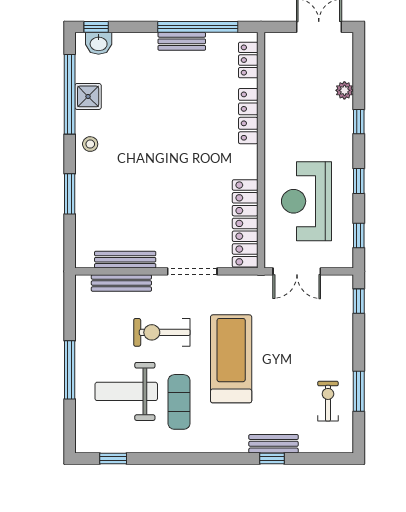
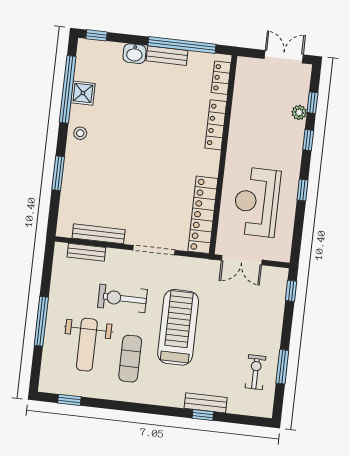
washbasin: (99, 43) -> (134, 54), moved
window: (359, 236) -> (312, 103), moved
bench: (121, 283) -> (86, 252), width x0.73
weight bench: (126, 391) -> (87, 345), turned -90

